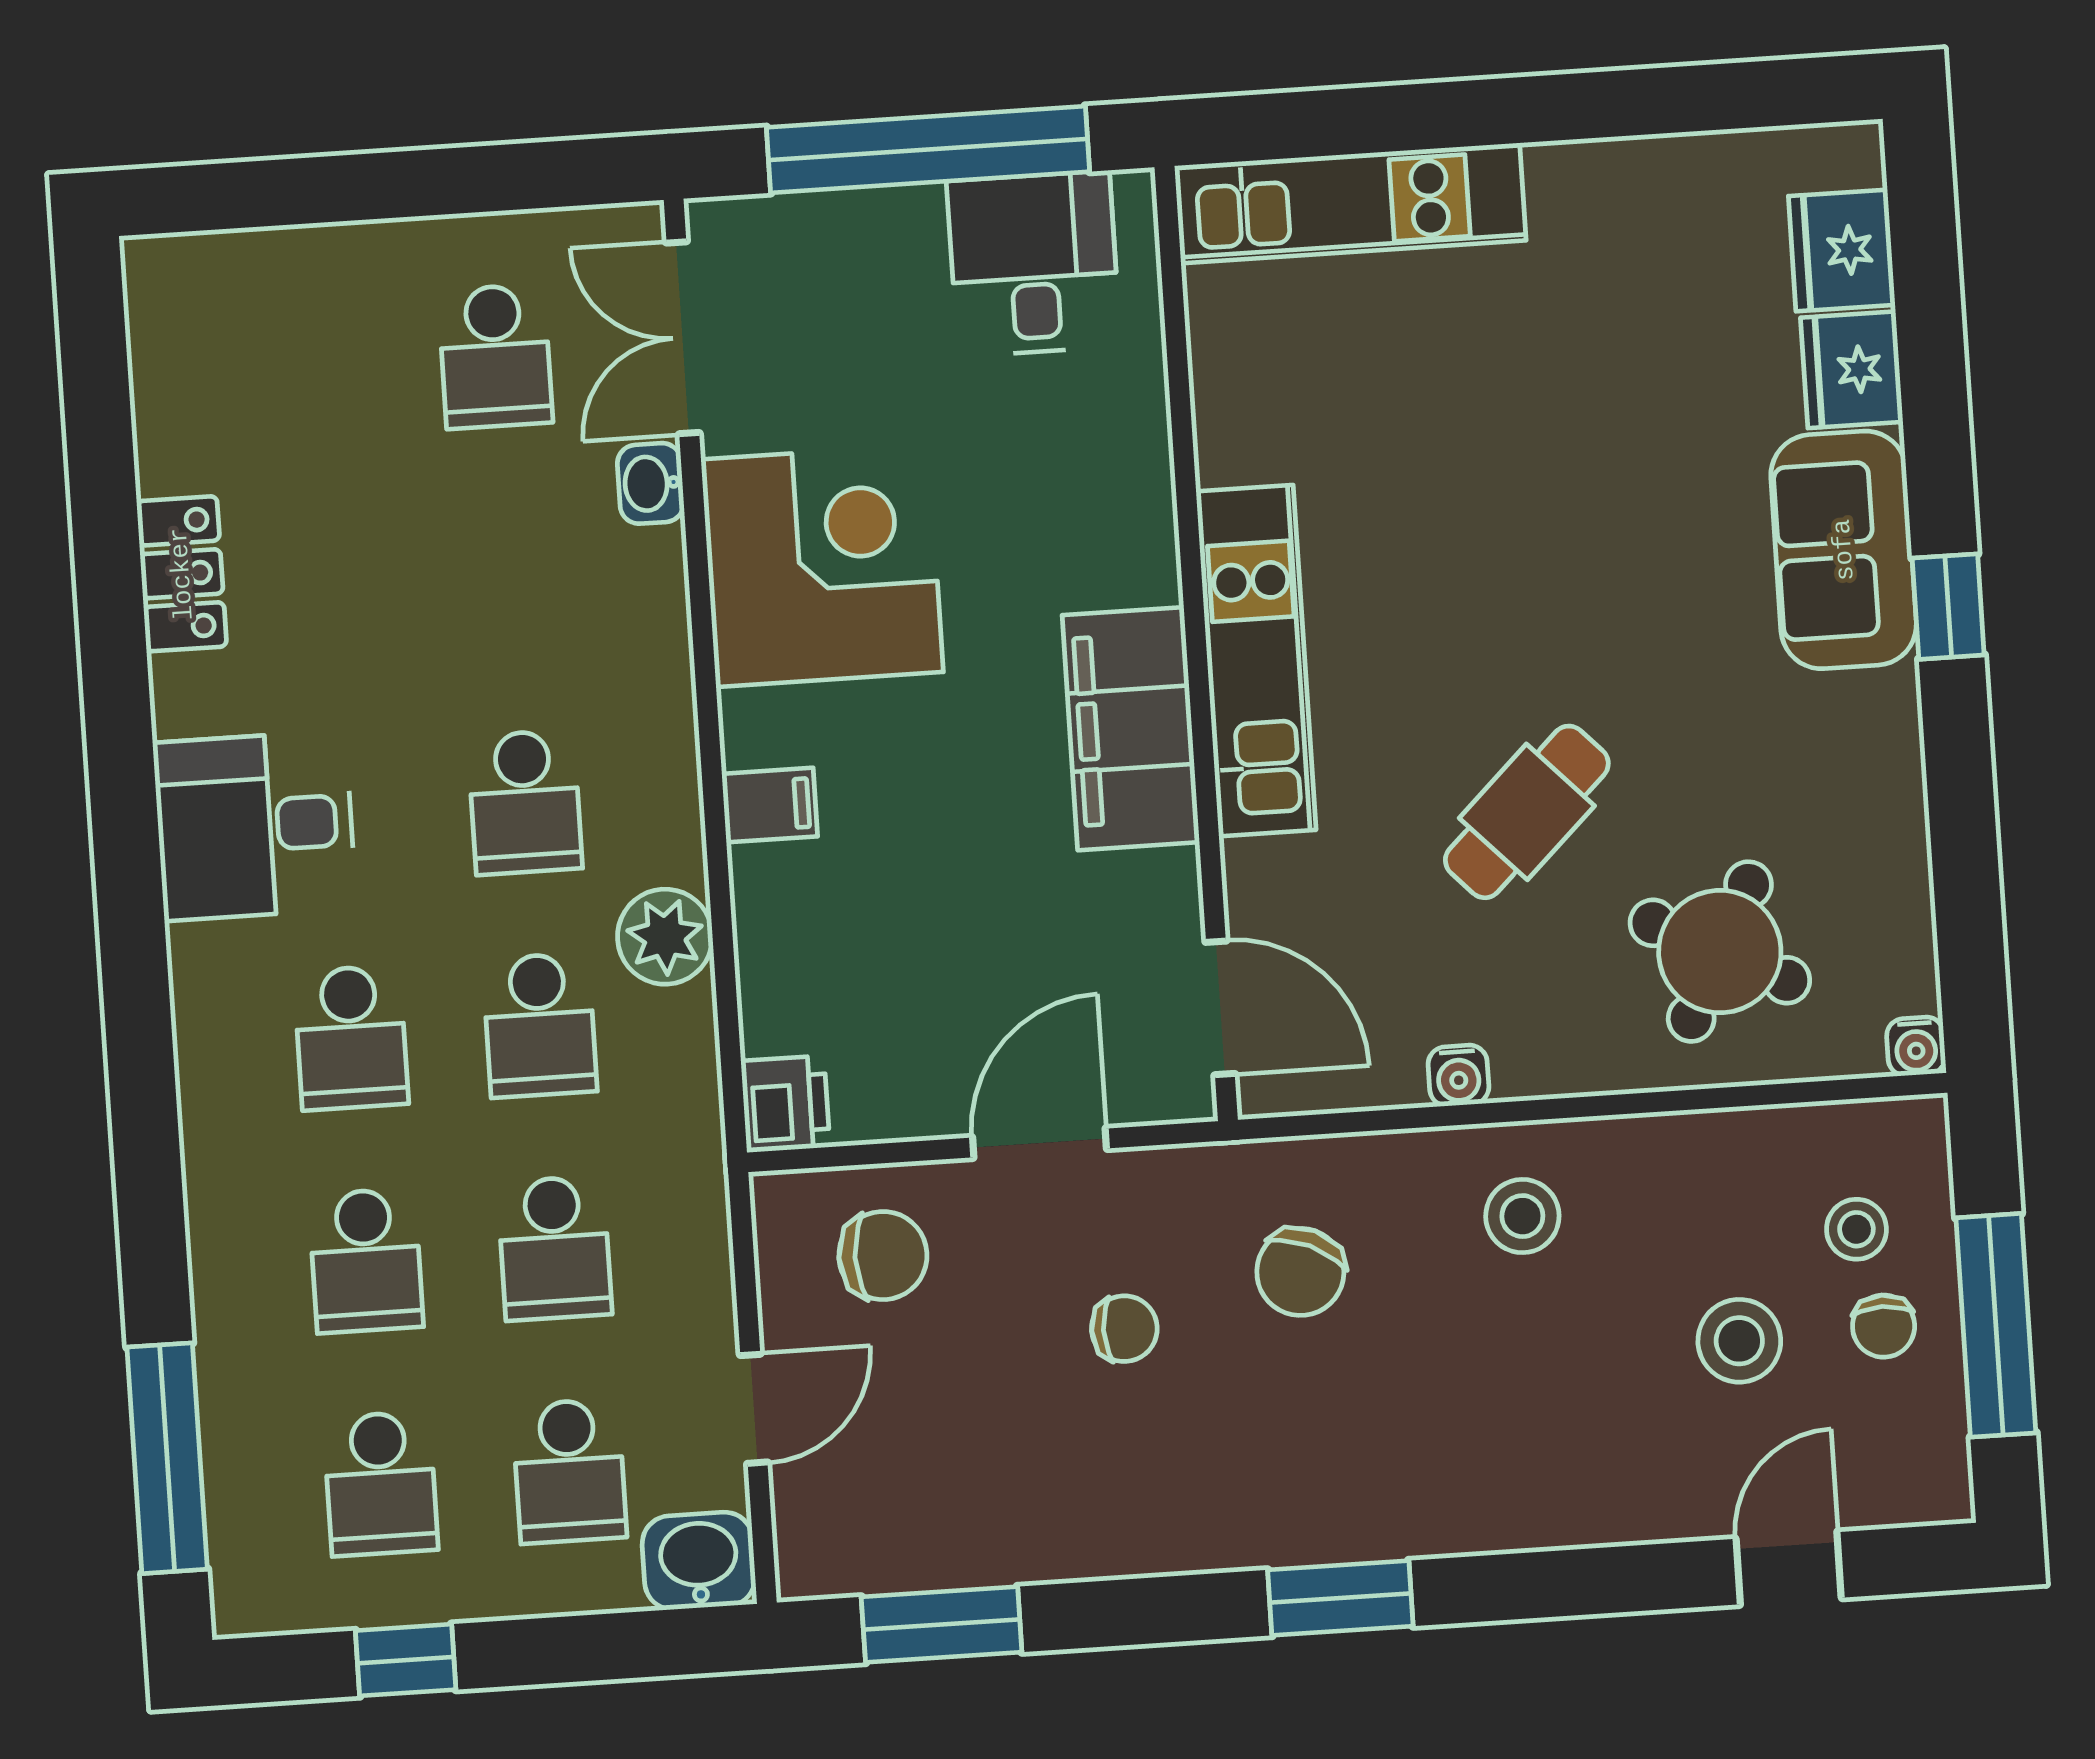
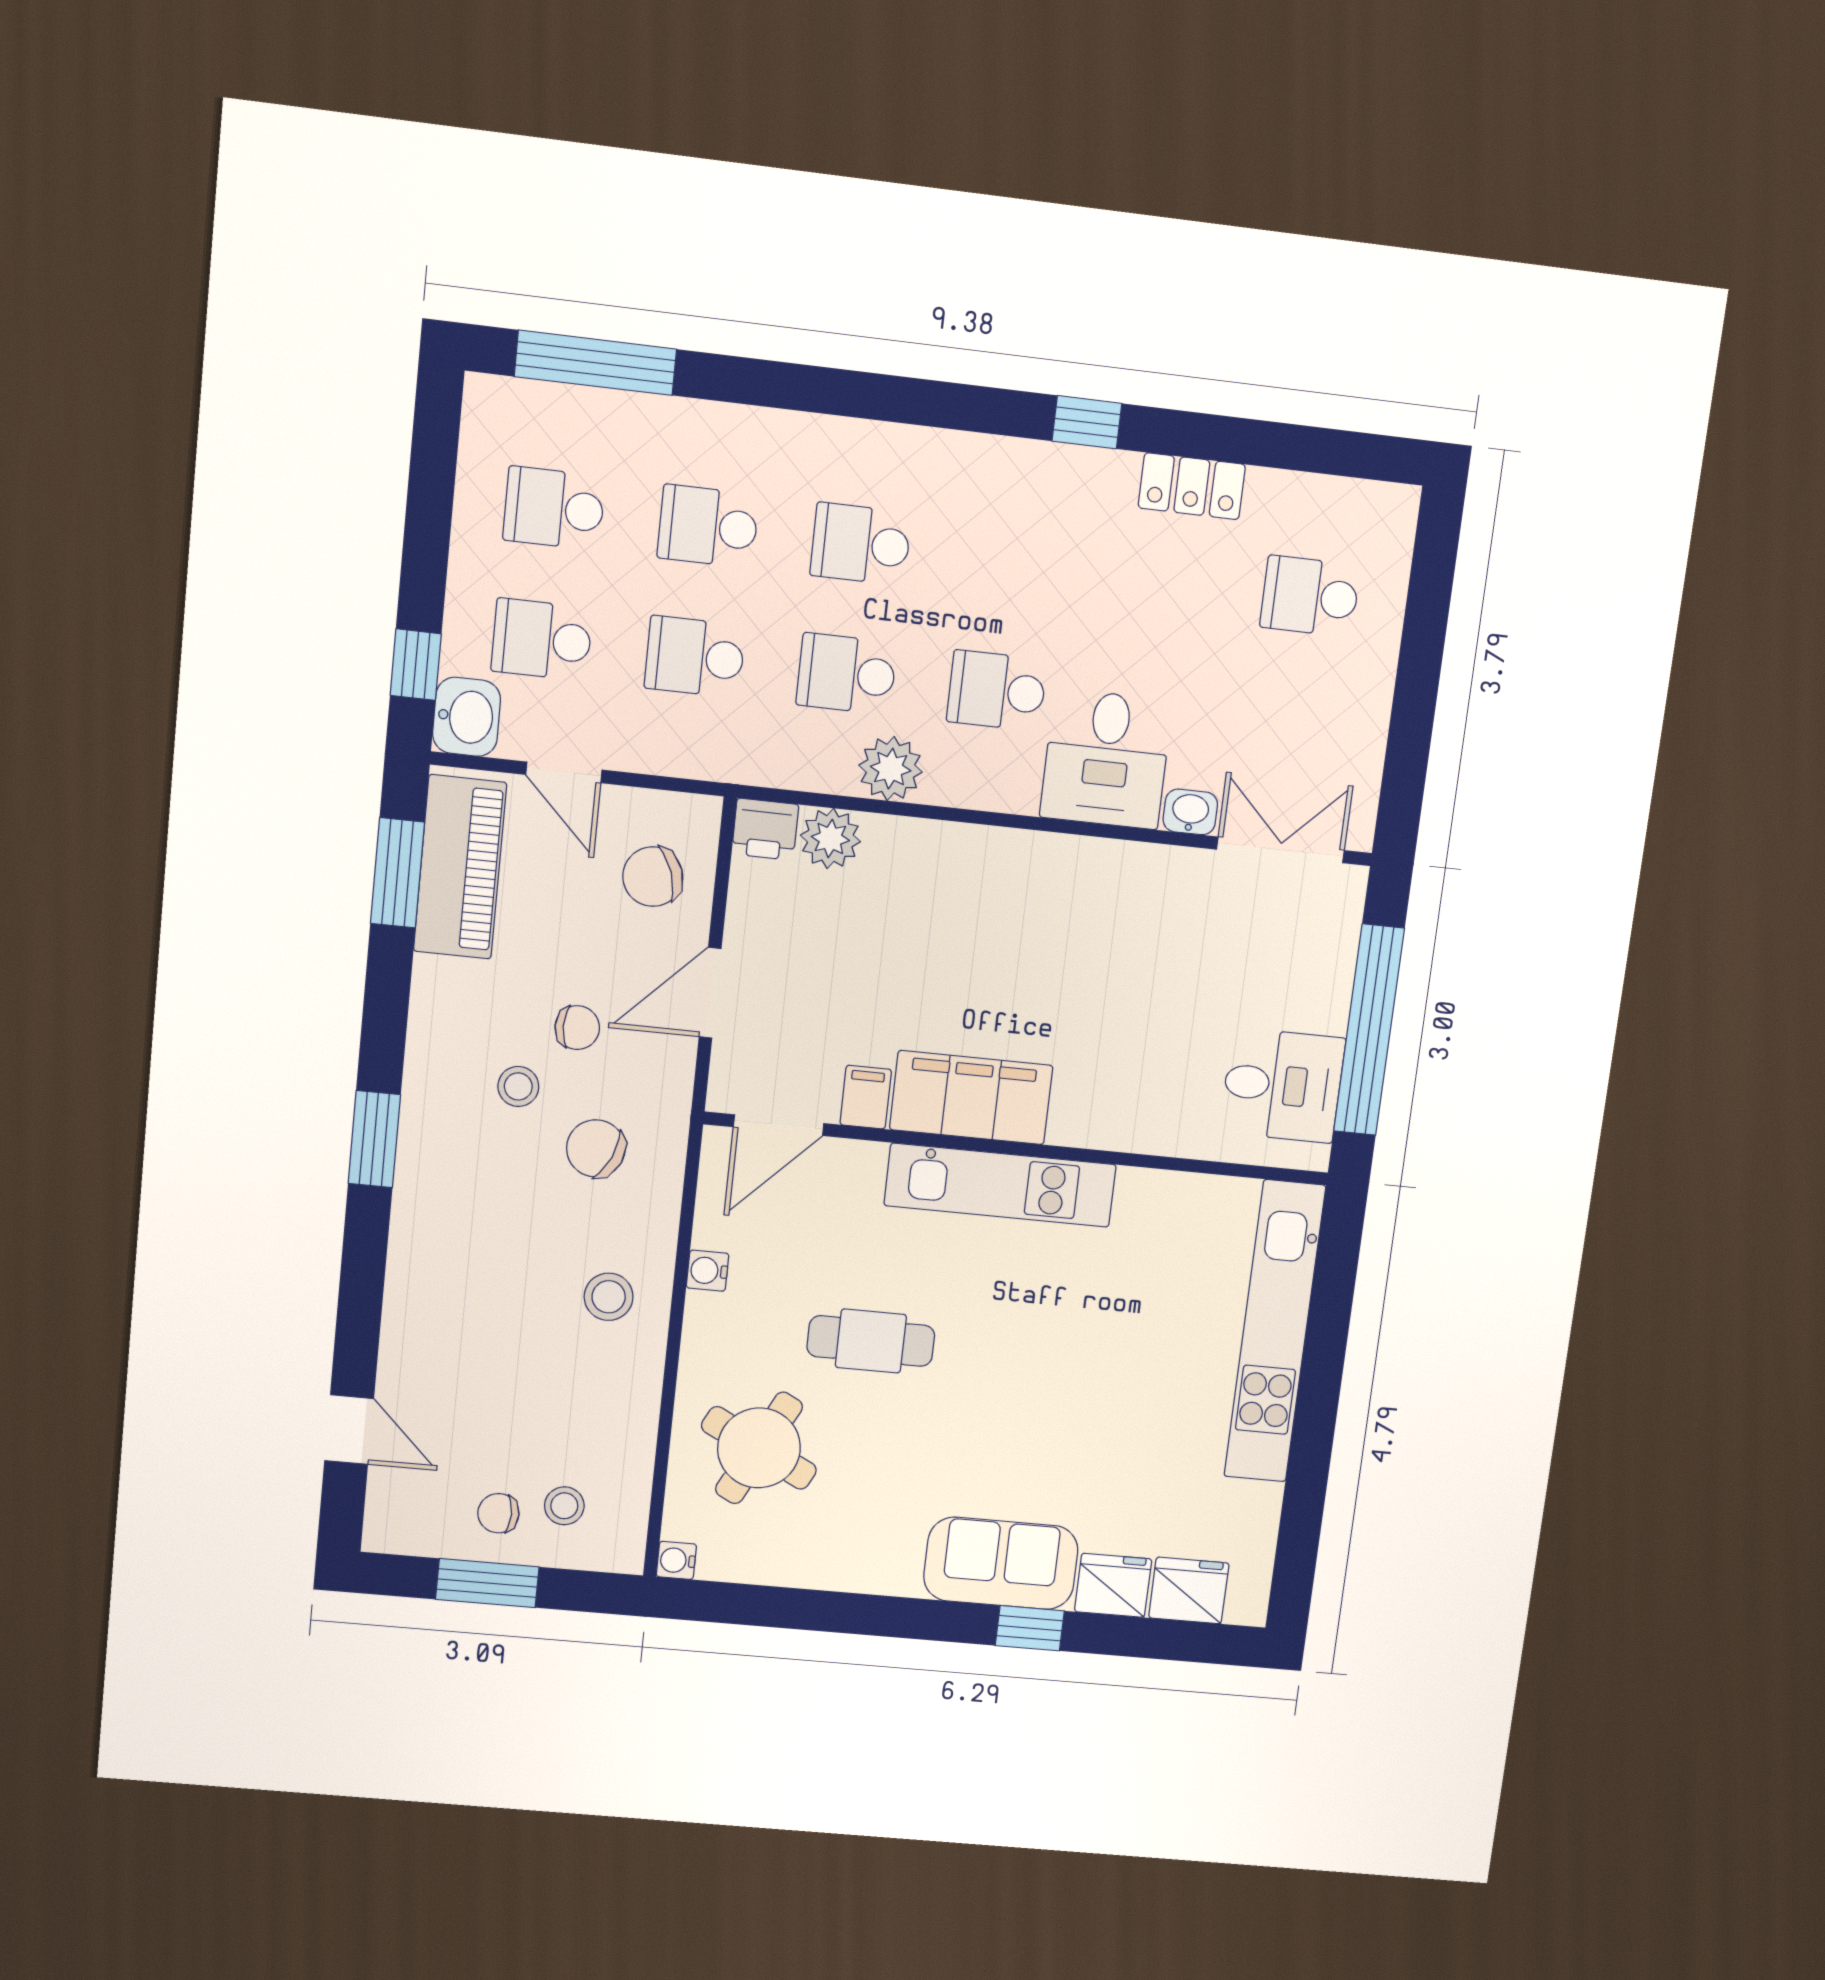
kitchen unit: (1350, 203) -> (1275, 1332), width x1.36
school desk: (495, 356) -> (1310, 596), moved
corner desk: (822, 566) -> (1115, 915), removed
window: (1948, 607) -> (1030, 1628), moved
window: (120, 744) -> (1087, 422), added
filing cabinet: (770, 805) -> (866, 1097), moved, turned 180
cafe table: (1527, 812) -> (871, 1341), turned -46
desk: (255, 826) -> (1106, 759), moved, turned 180
plant: (782, 1006) -> (830, 838), added
door: (1040, 1143) -> (710, 993), swing flipped
chair: (883, 1256) -> (653, 877), turned 71
window: (1996, 1325) -> (487, 1583), width x0.69
chair: (1124, 1329) -> (577, 1028), turned -90
stool: (1739, 1341) -> (518, 1086), moved, width x0.73, depth x0.73
piano: (917, 1536) -> (460, 867), added
window: (406, 1660) -> (416, 665), moved

